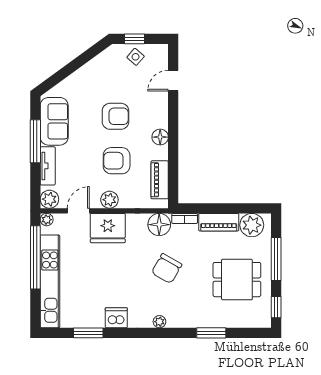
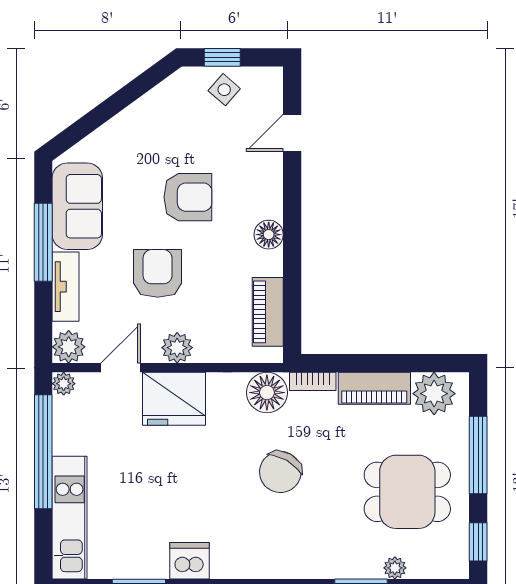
armchair: (117, 161) -> (158, 273), moved, turned 90
kitchen unit: (50, 281) -> (70, 518), width x0.73
plant: (159, 322) -> (395, 568), moved

